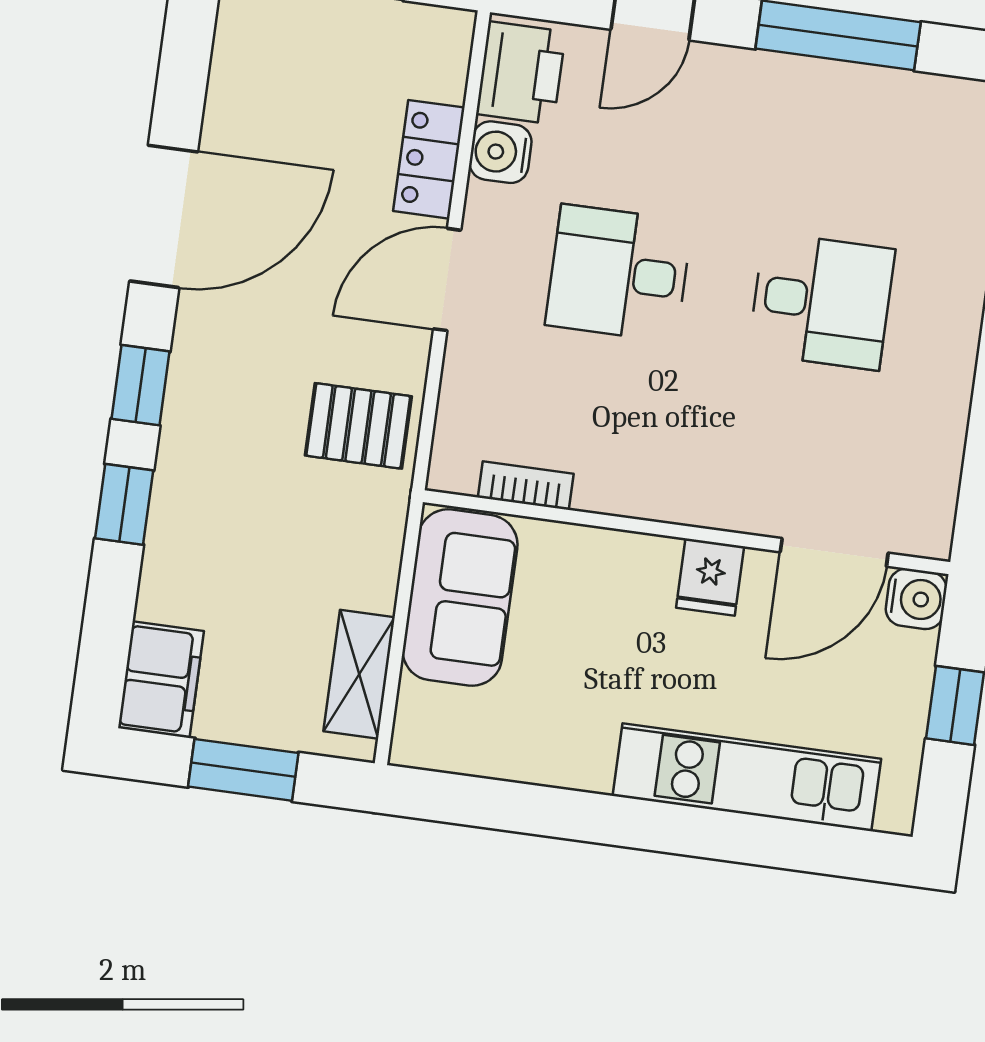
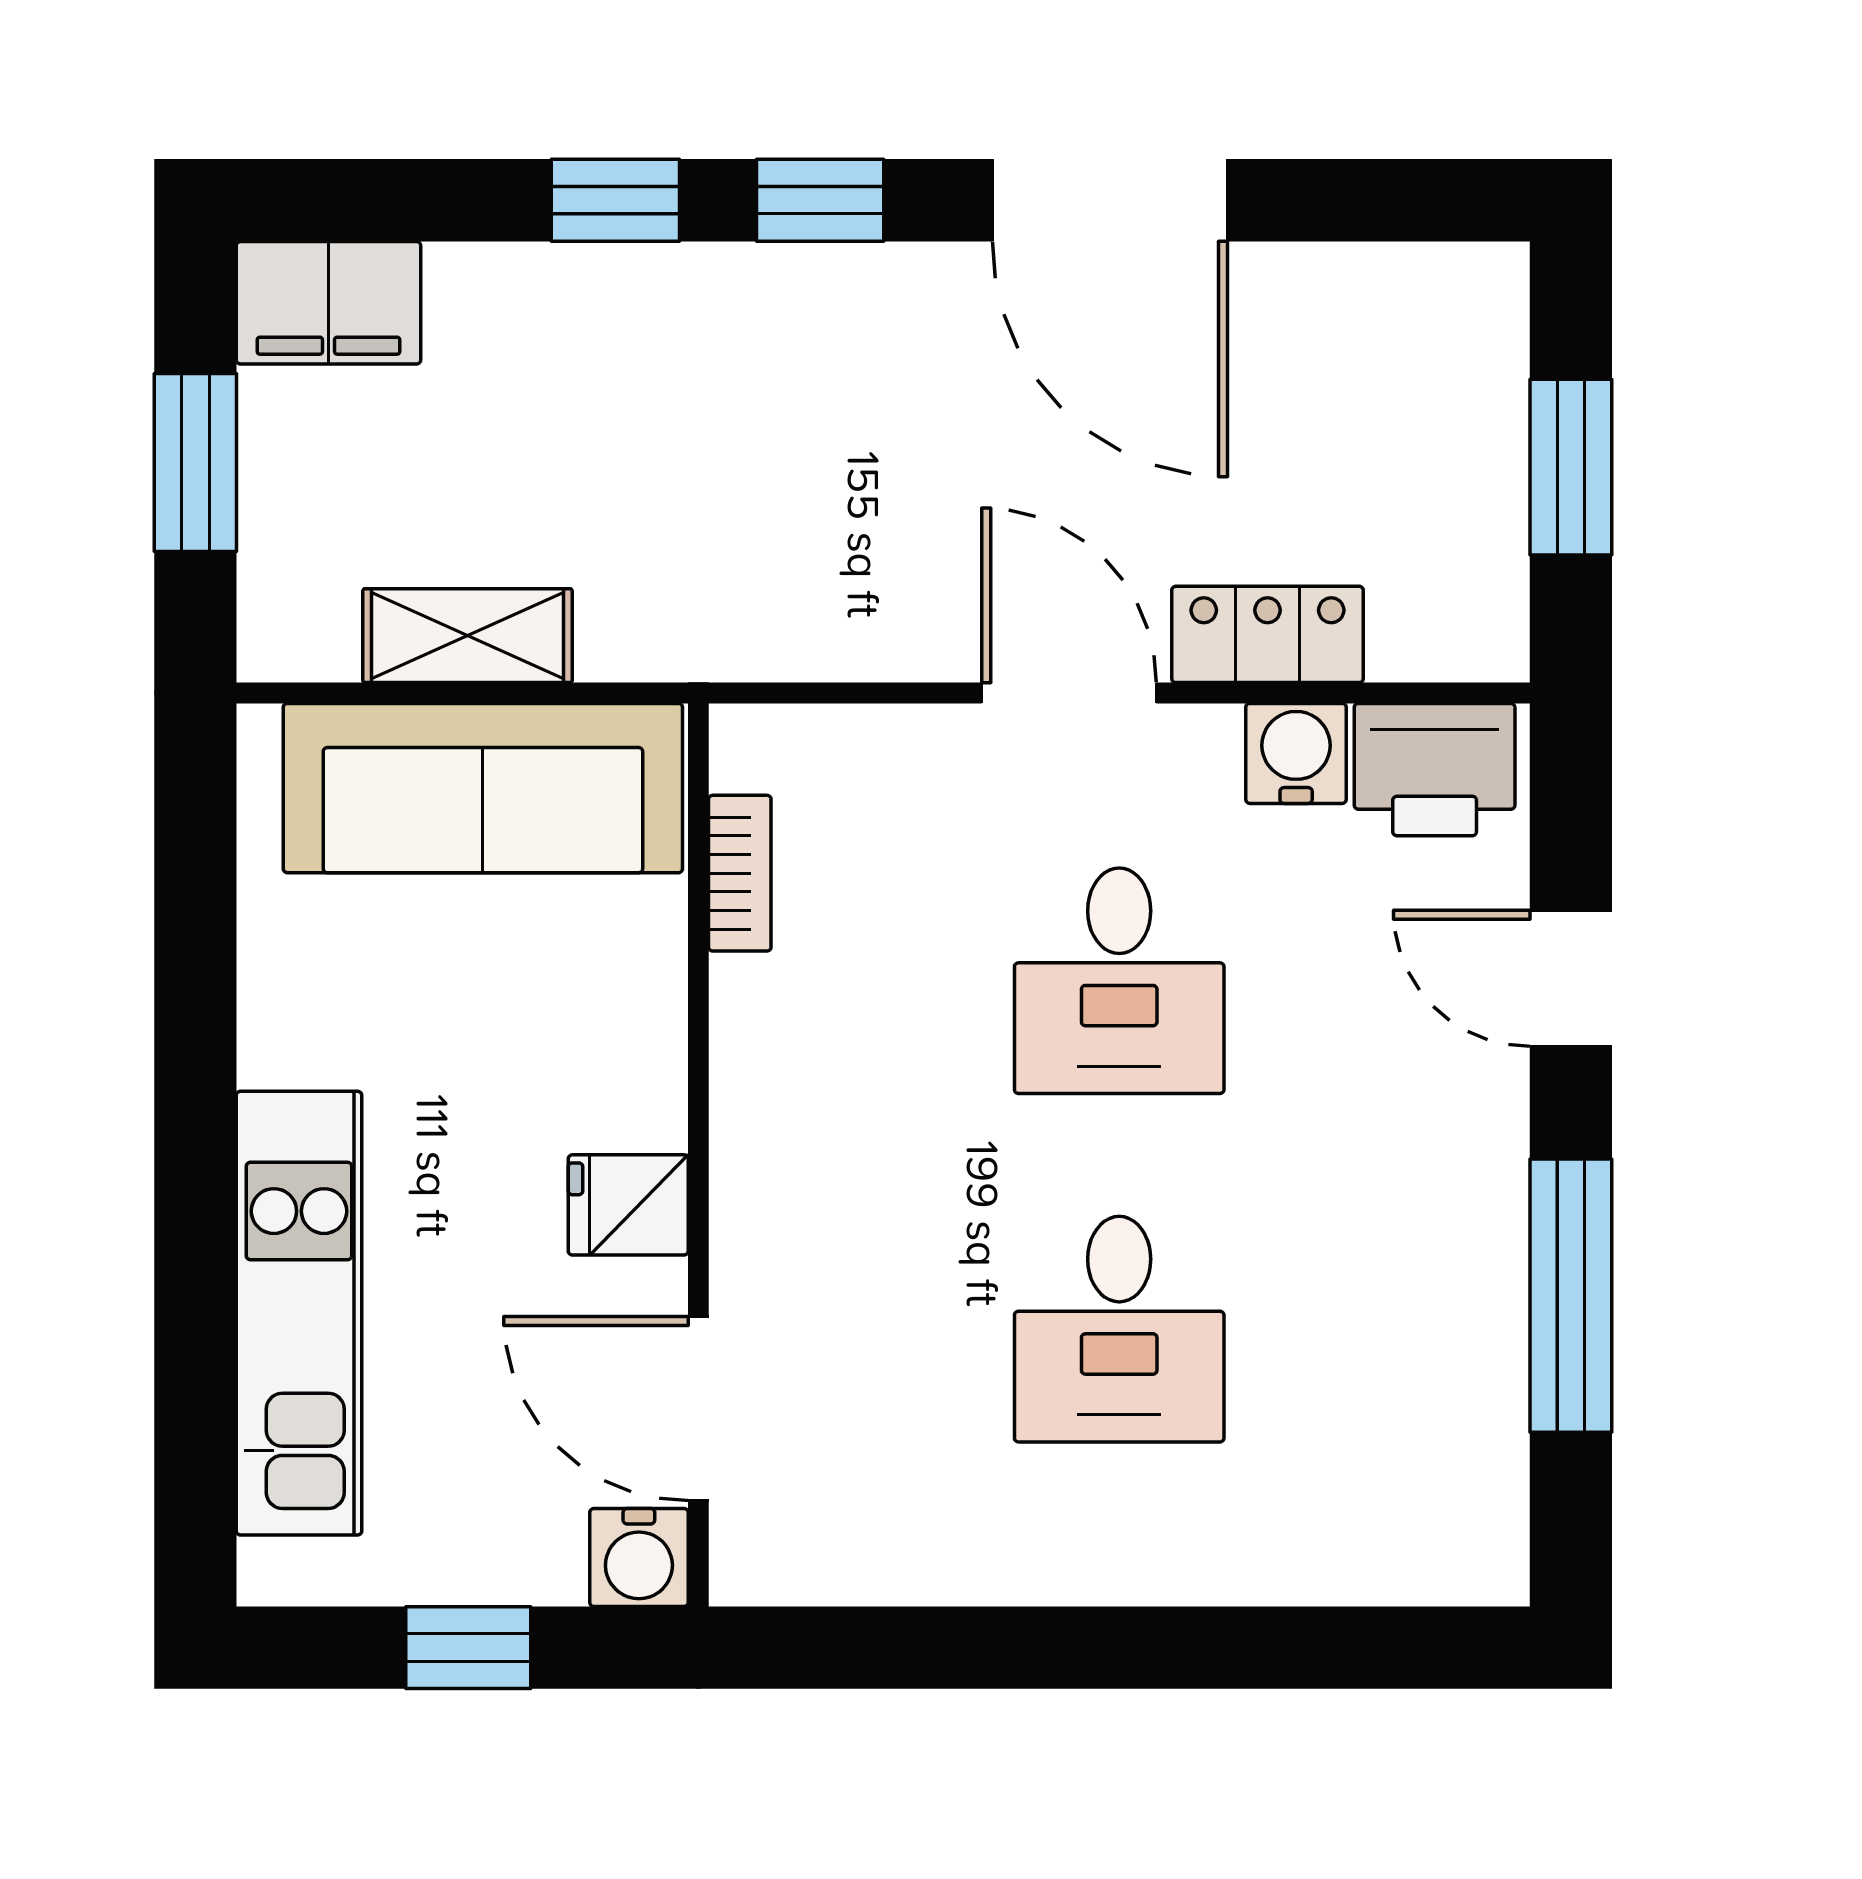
desk: (619, 273) -> (1119, 981), turned 180
pallet: (358, 426) -> (802, 577), removed
sofa: (460, 598) -> (483, 788), width x1.36
shelving: (359, 674) -> (468, 636), moved

